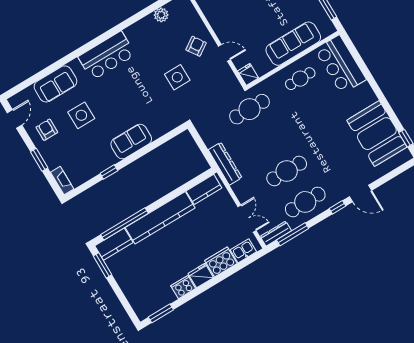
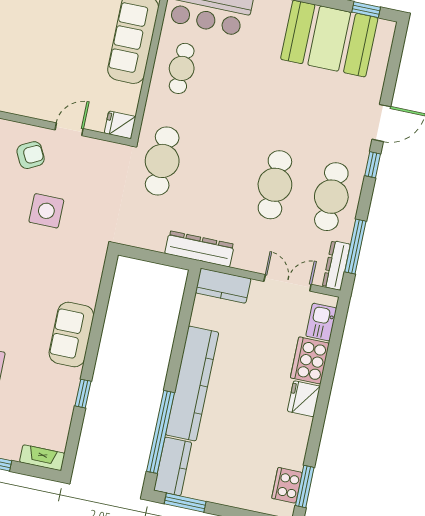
armchair: (196, 46) -> (31, 155), turned 97
kitchen counter: (204, 189) -> (223, 286), moved, turned 90
cooker: (183, 287) -> (287, 485), moved

